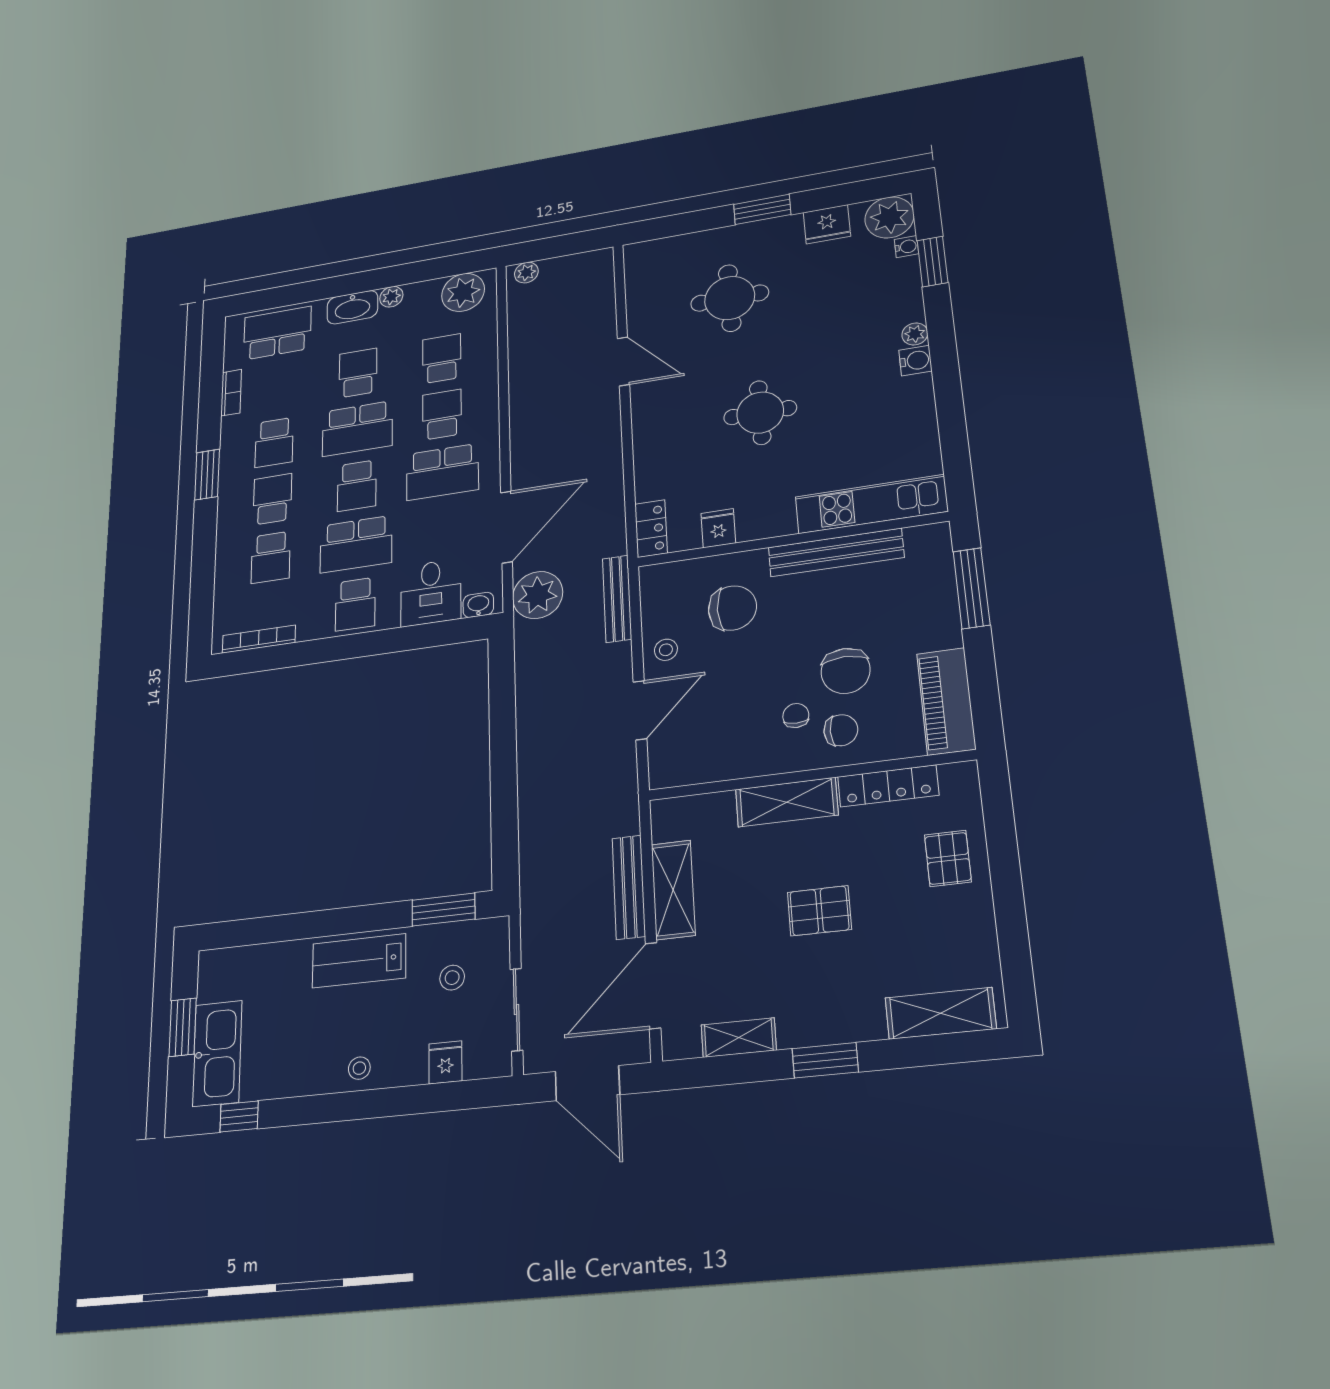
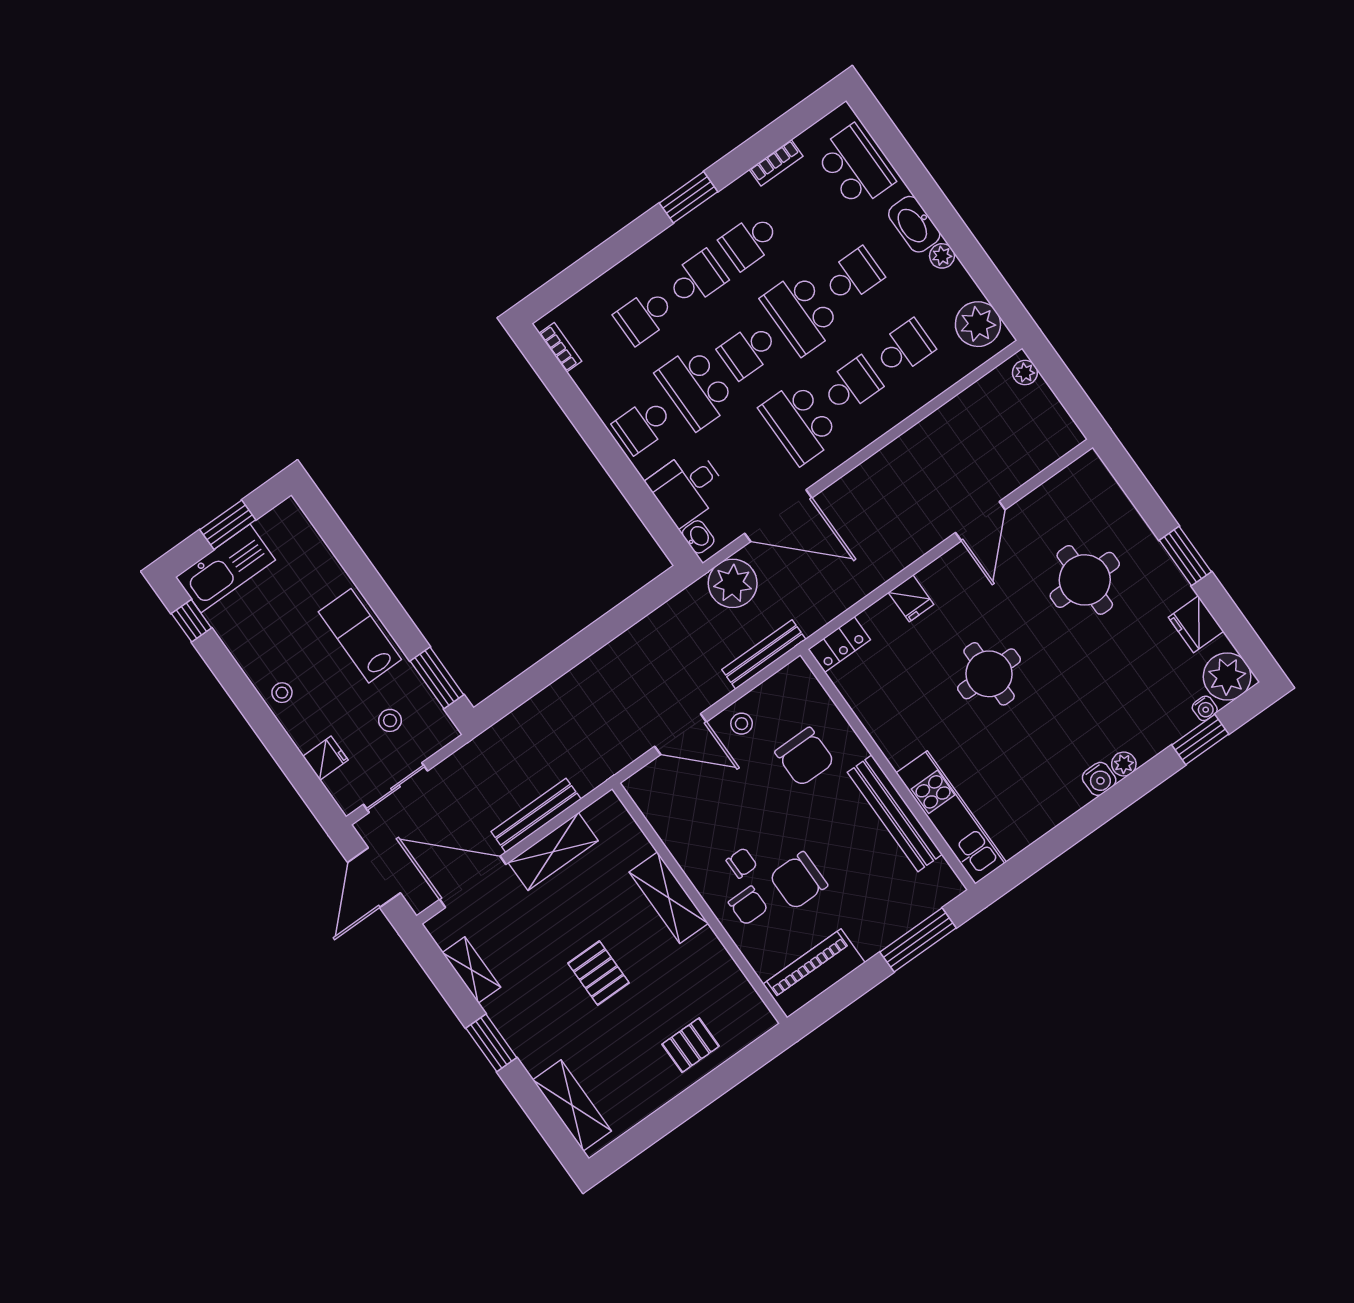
fridge: (718, 528) -> (911, 598), moved, turned 90
bookcase: (259, 639) -> (560, 347), width x0.64
locker: (888, 786) -> (723, 968), removed

